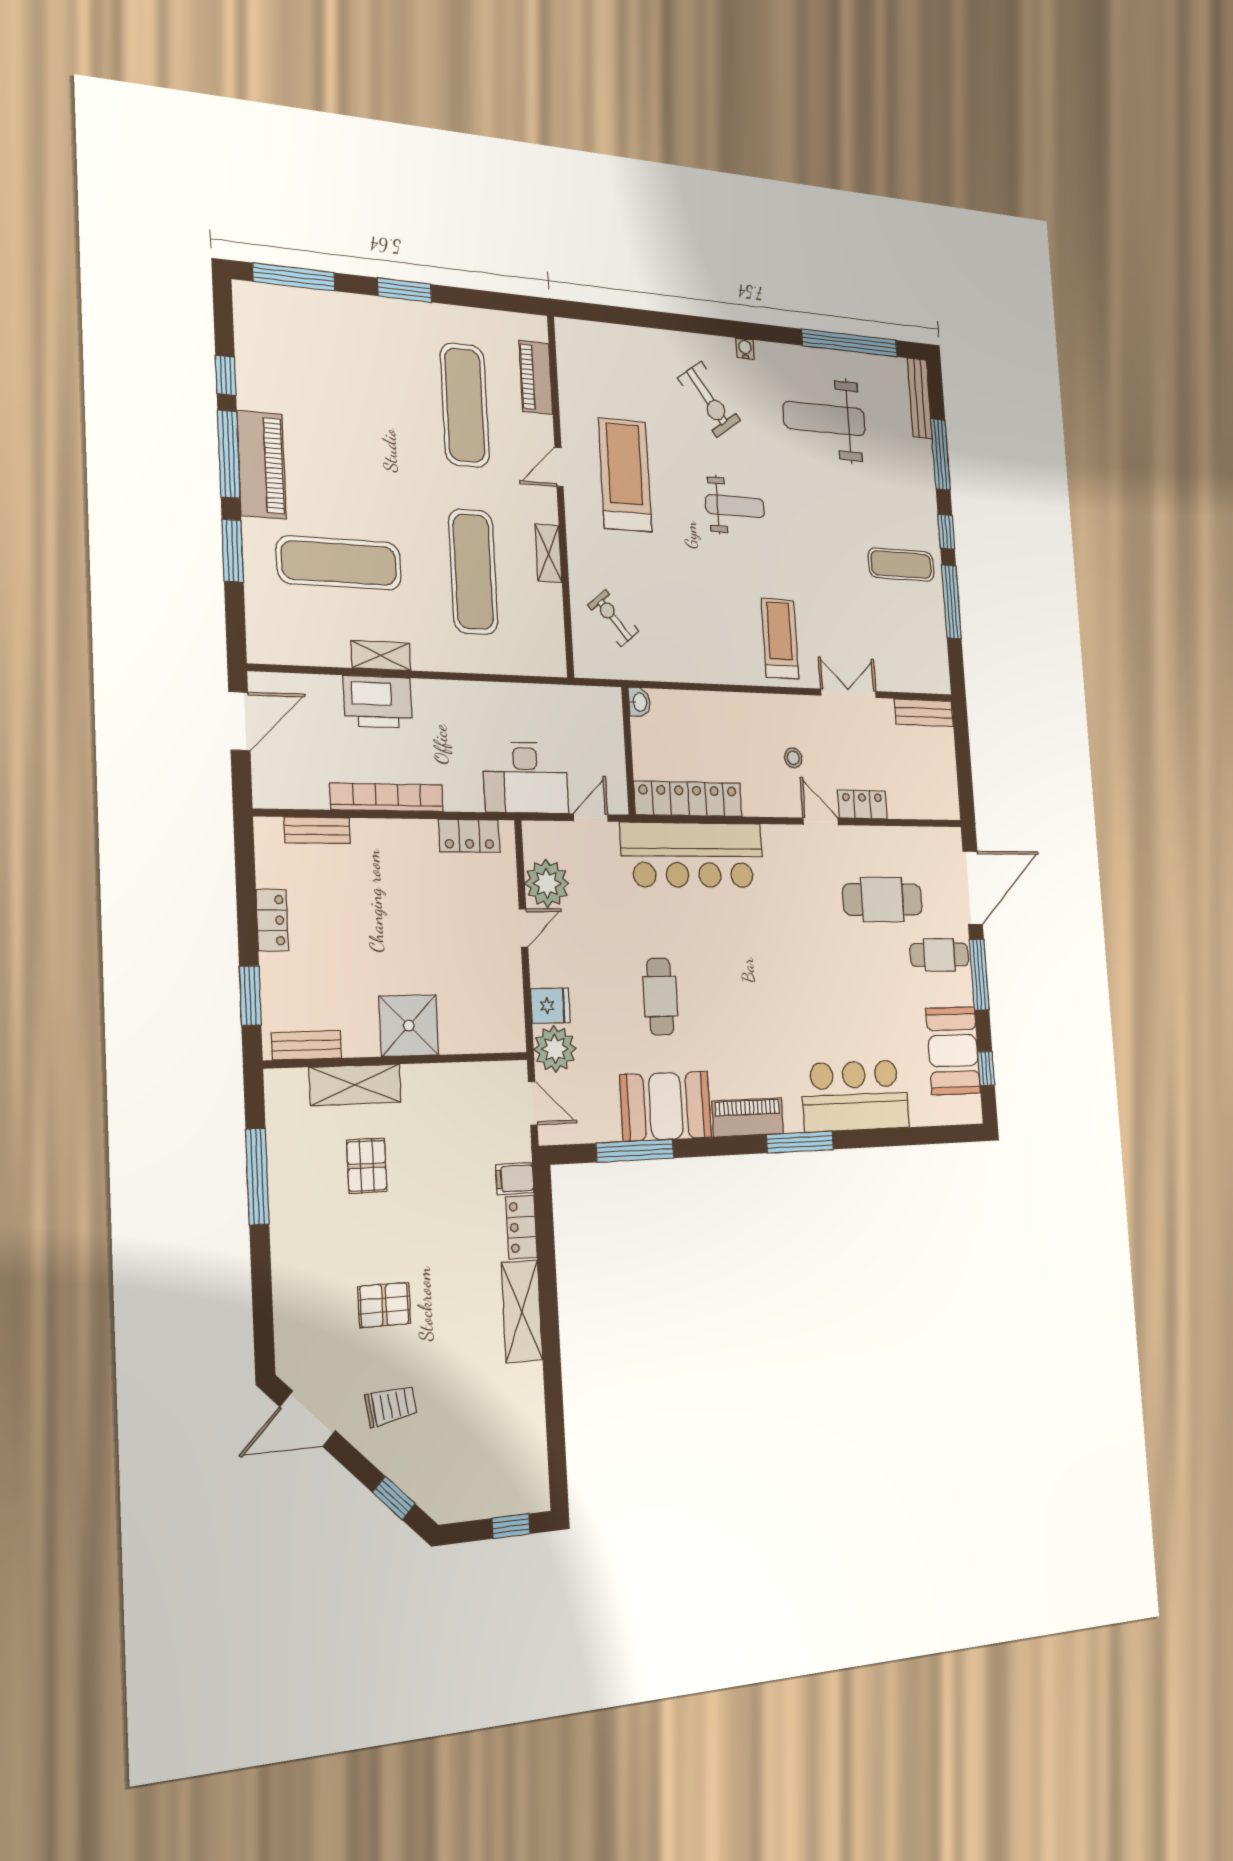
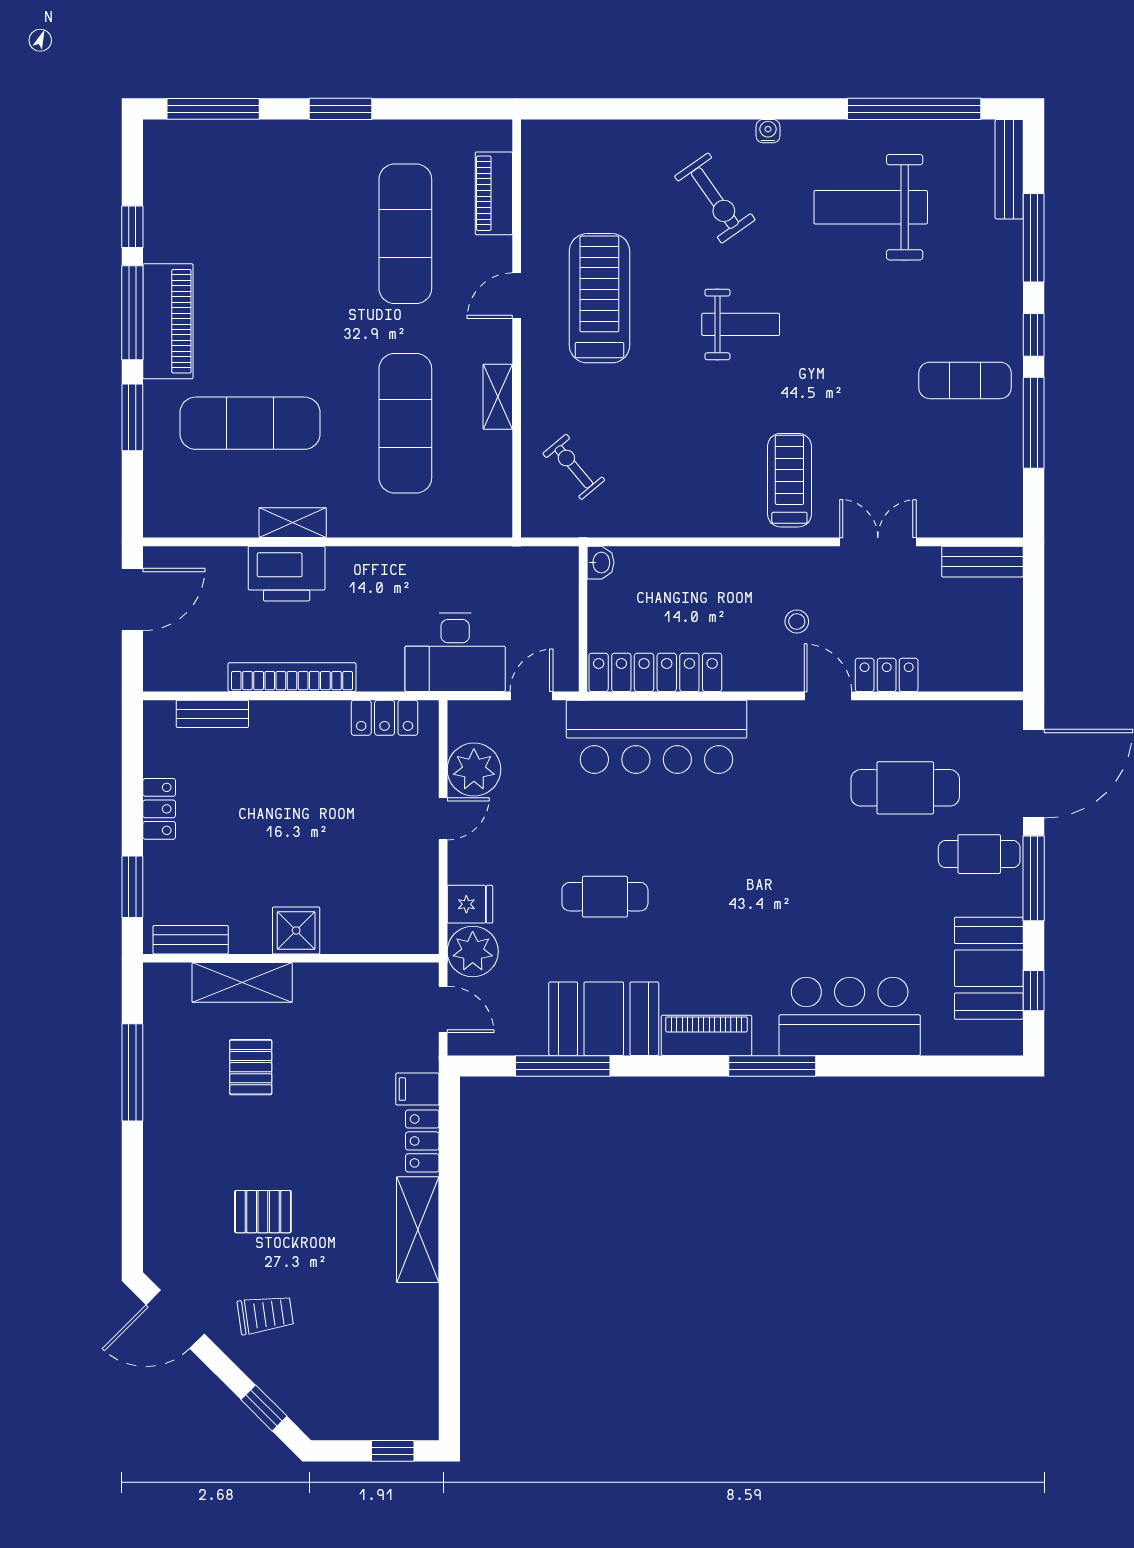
cafe table: (660, 996) -> (605, 897), turned 90
shower: (409, 1026) -> (296, 930), width x0.73, depth x0.73

